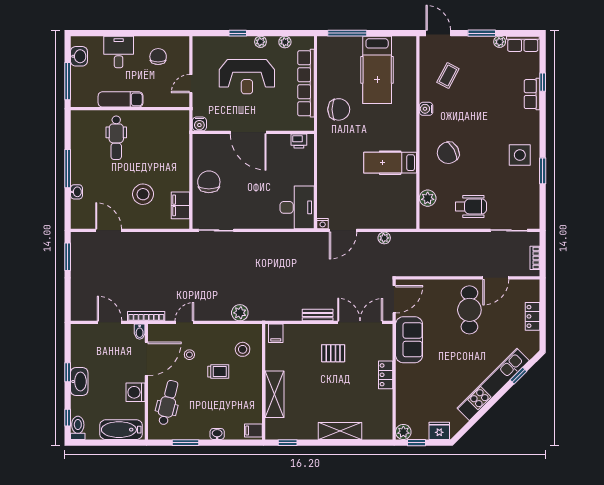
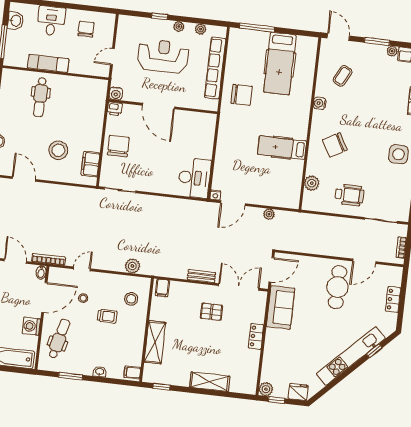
reception desk: (247, 77) -> (163, 56), turned 180
printer: (299, 141) -> (115, 109), moved

